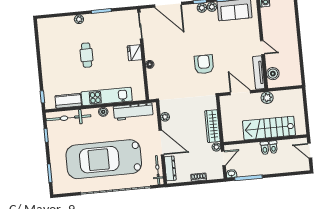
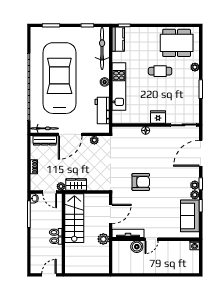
dining table: (55, 41) -> (177, 43), added
boiler: (273, 74) -> (137, 247), moved
kitchen counter: (68, 101) -> (118, 39), moved
workbench: (133, 112) -> (102, 110), width x0.73
wardrobe: (212, 126) -> (76, 185), width x0.67
stairs: (269, 128) -> (74, 218), moved

